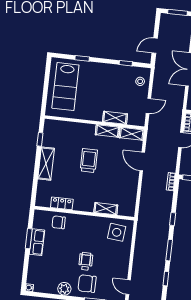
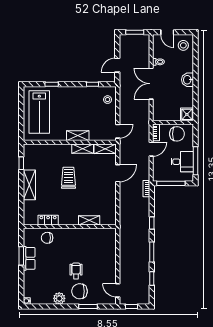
door: (148, 106) -> (118, 131), moved
shelving: (115, 118) -> (78, 136), moved
door: (142, 162) -> (118, 173), swing flipped
side table: (117, 232) -> (102, 241), removed

